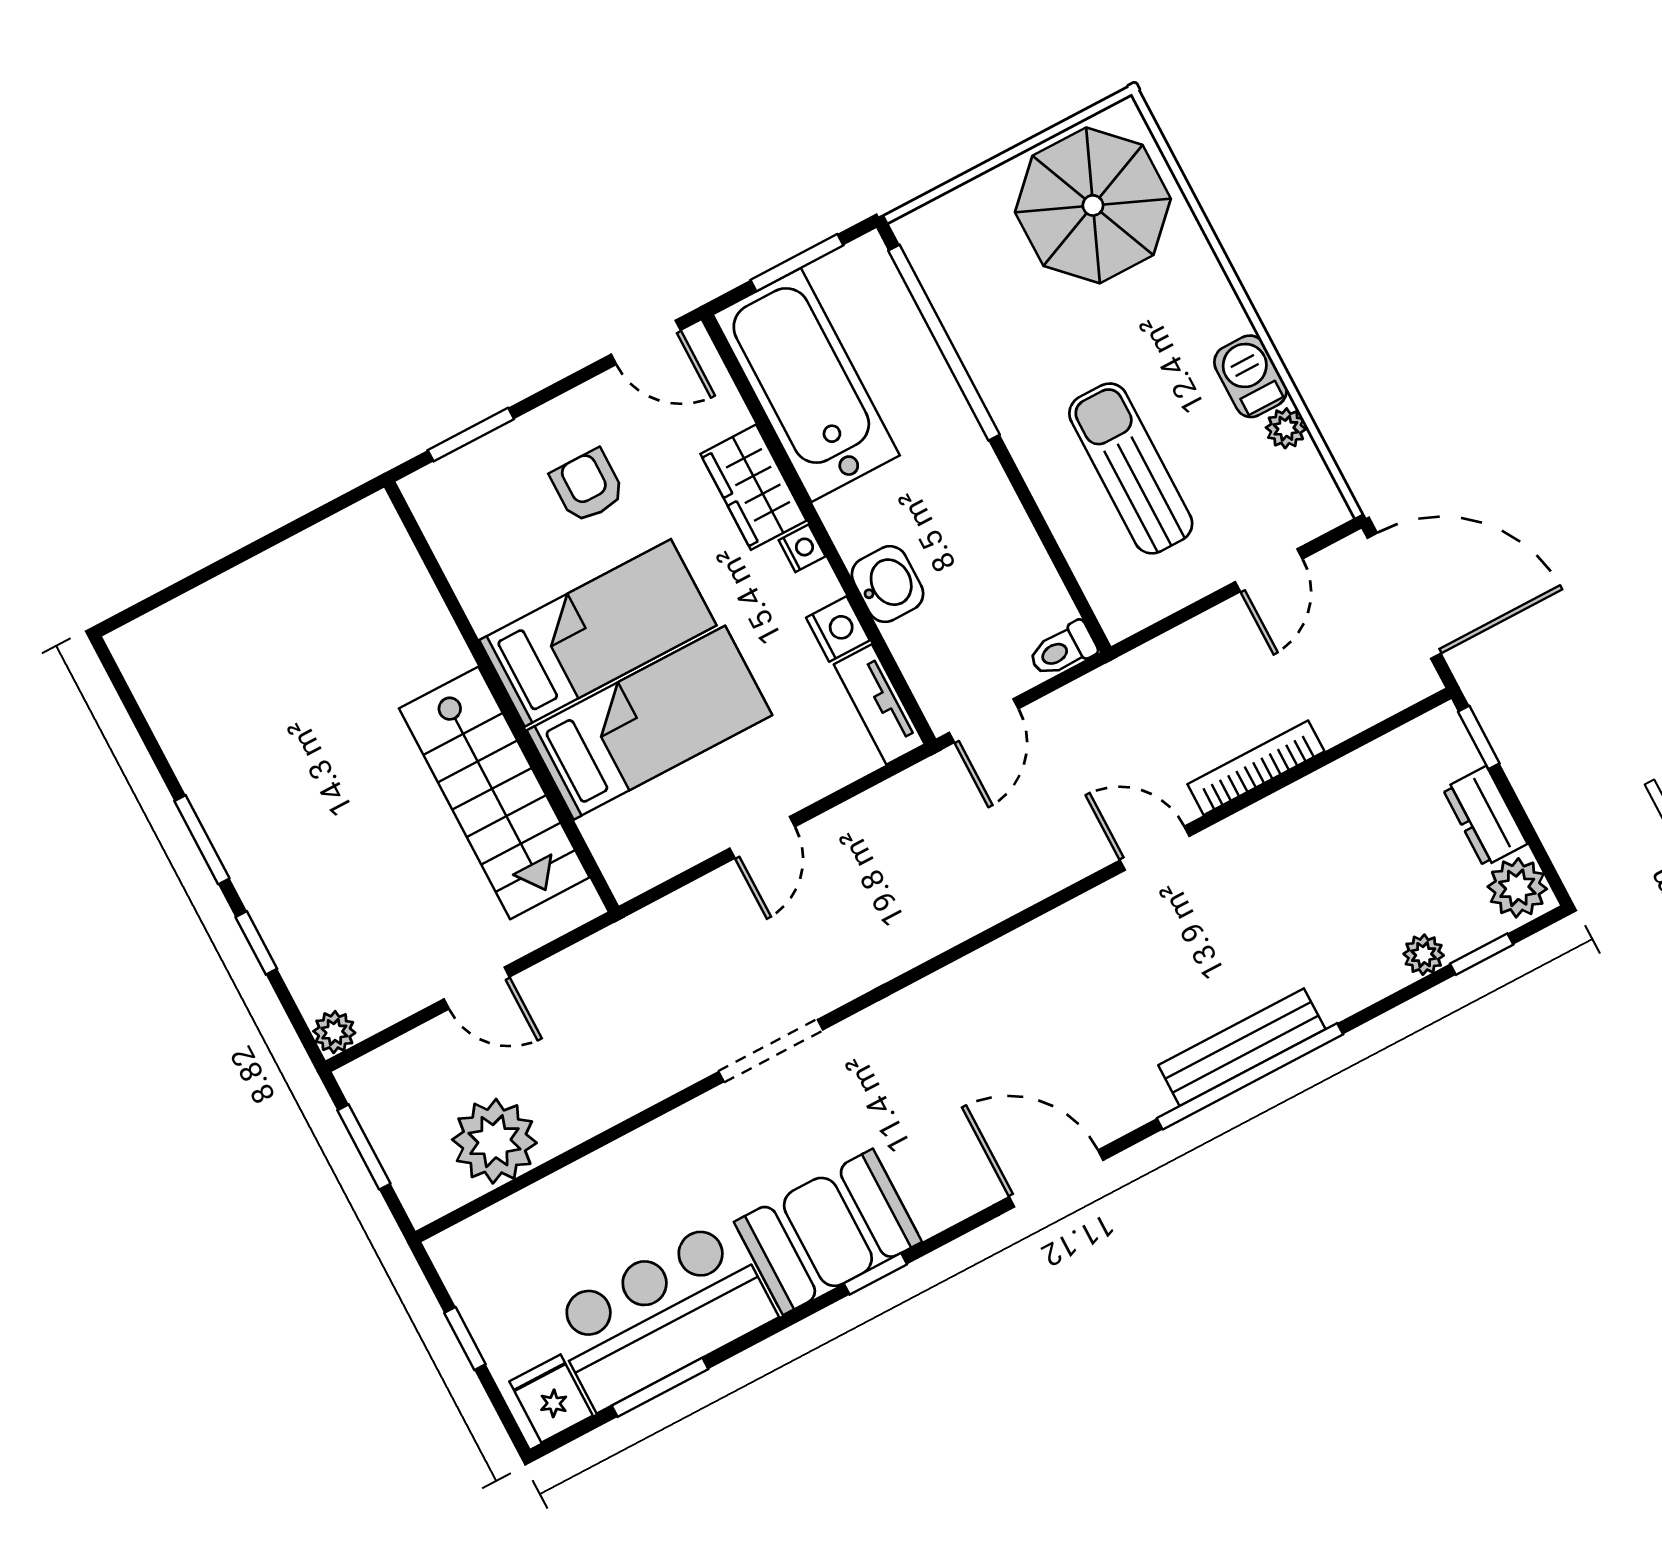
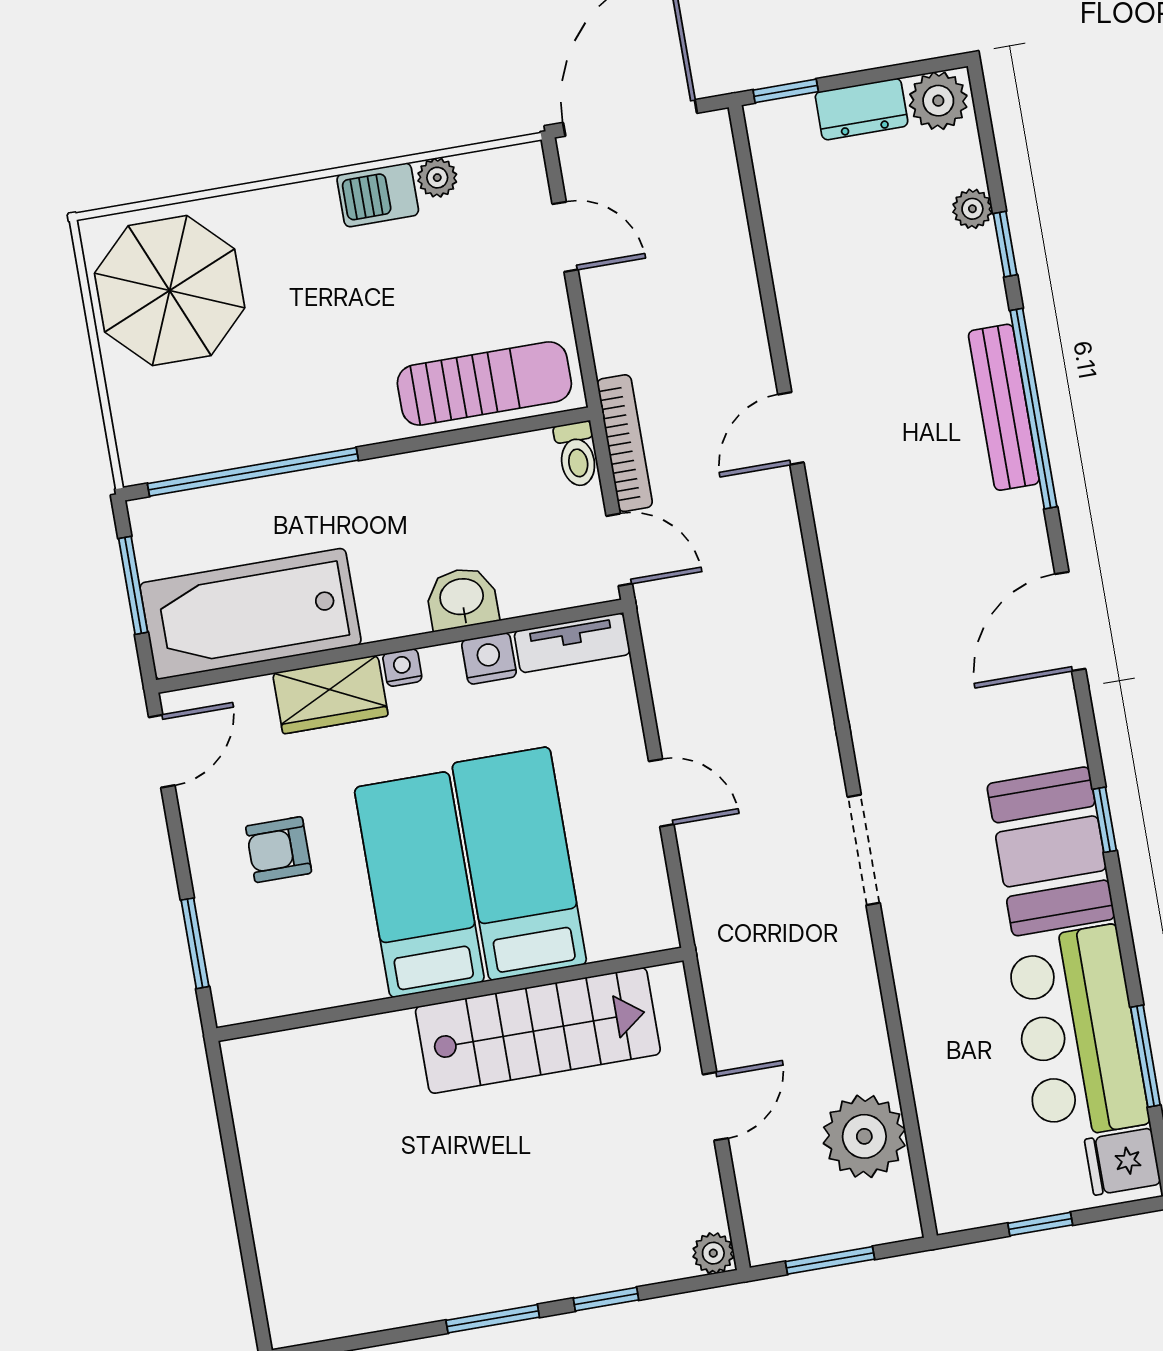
sun lounger: (1131, 468) -> (484, 384), moved, turned 180
bookcase: (1256, 768) -> (625, 443), moved, turned 180
window: (1482, 954) -> (1005, 244), moved

